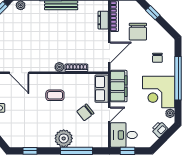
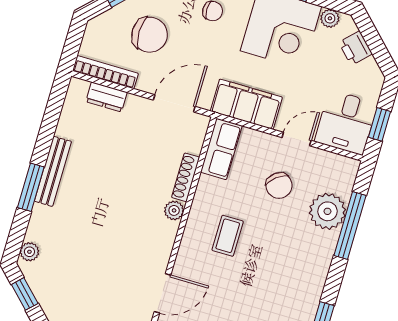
door: (109, 52) -> (174, 103), hinge flipped
row of seats: (102, 89) -> (221, 149), moved, turned -90
door: (109, 114) -> (297, 139), hinge flipped
plant: (64, 138) -> (327, 211), moved

